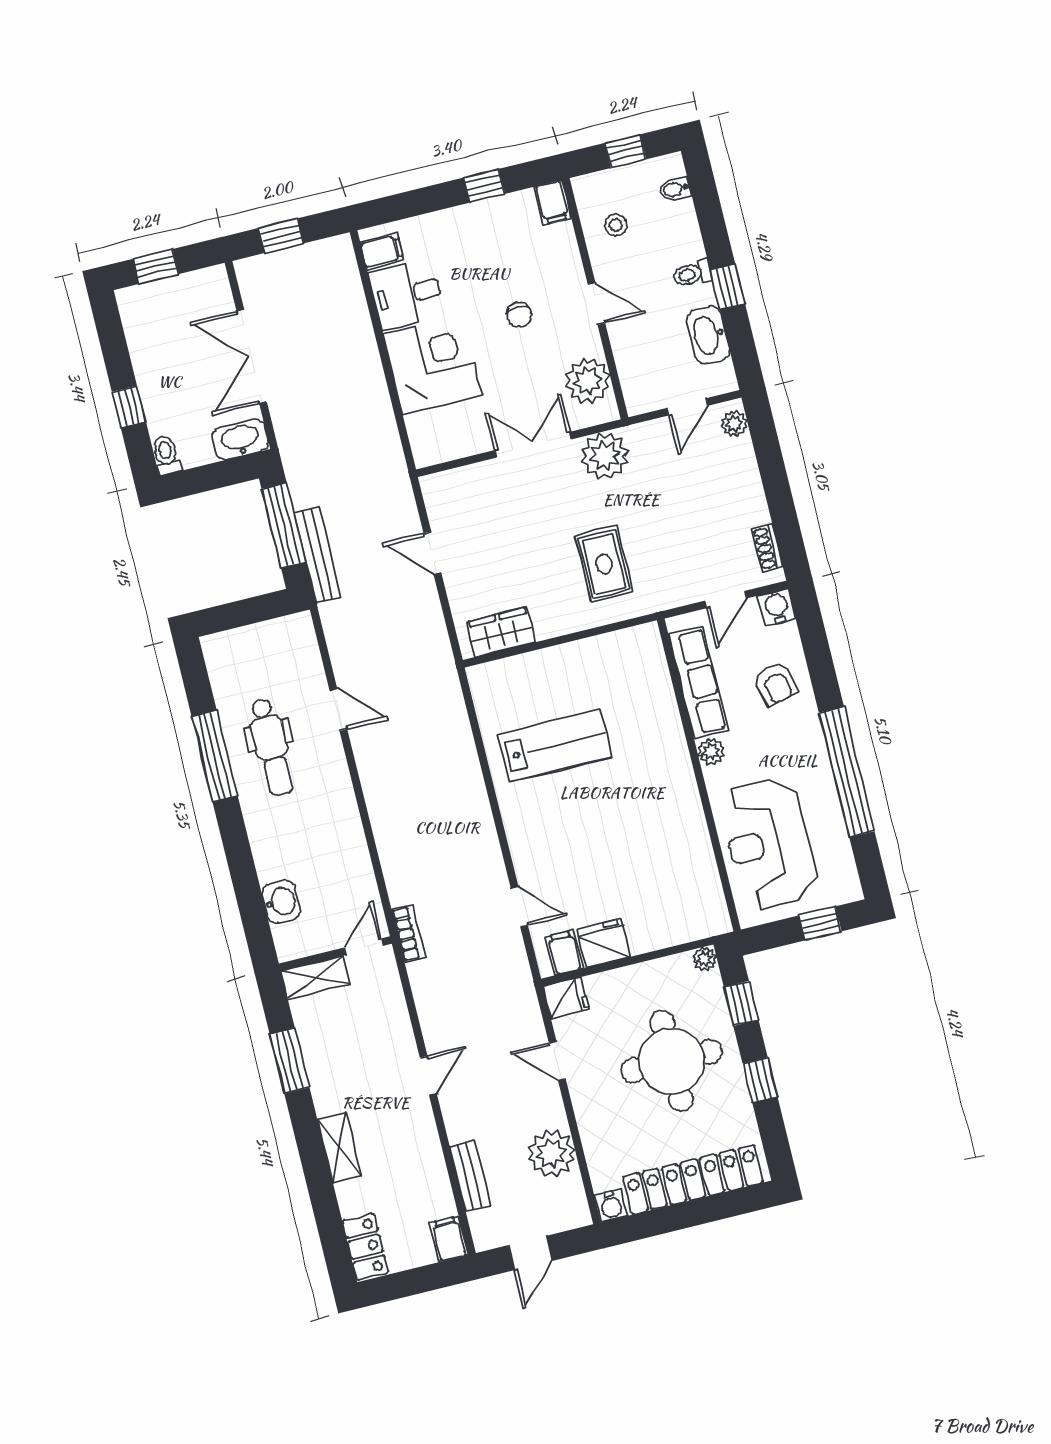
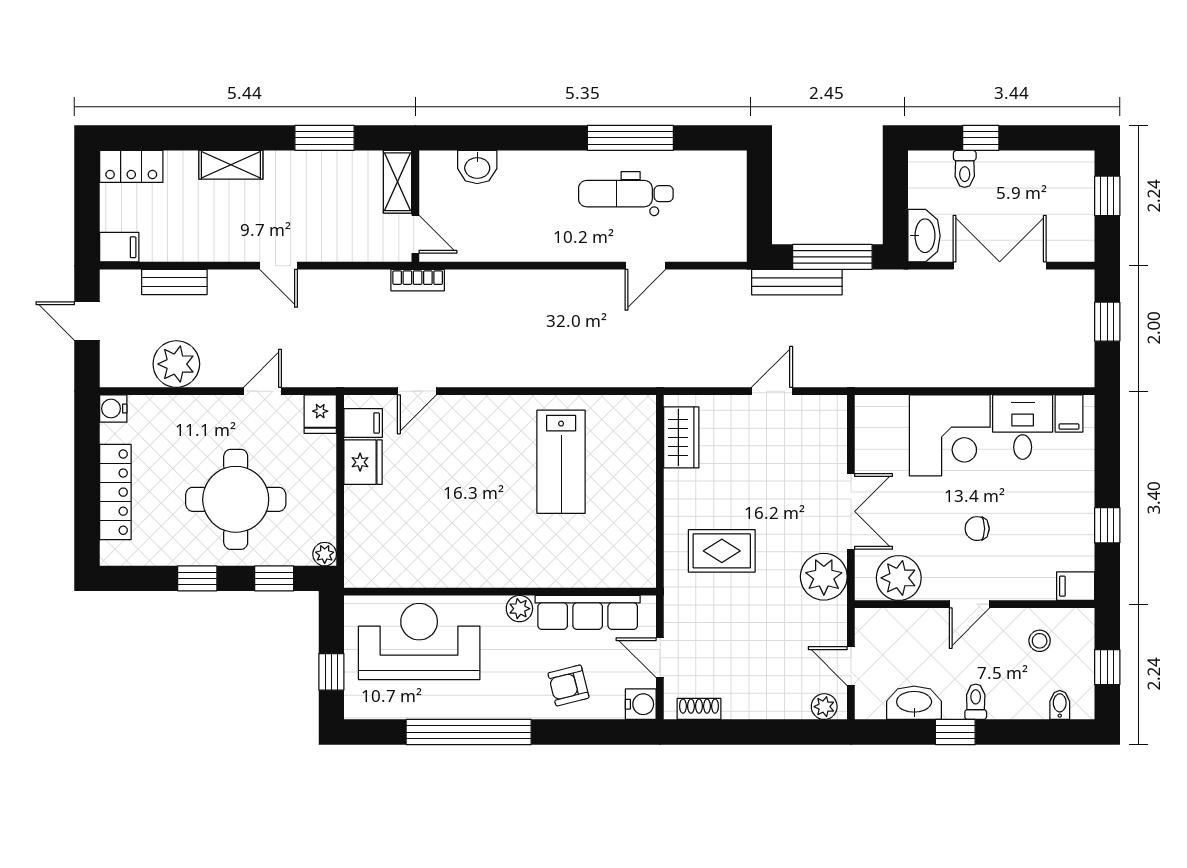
toilet: (166, 455) -> (965, 169), moved, turned 90
locker: (693, 1180) -> (115, 492), width x0.71, depth x0.83

